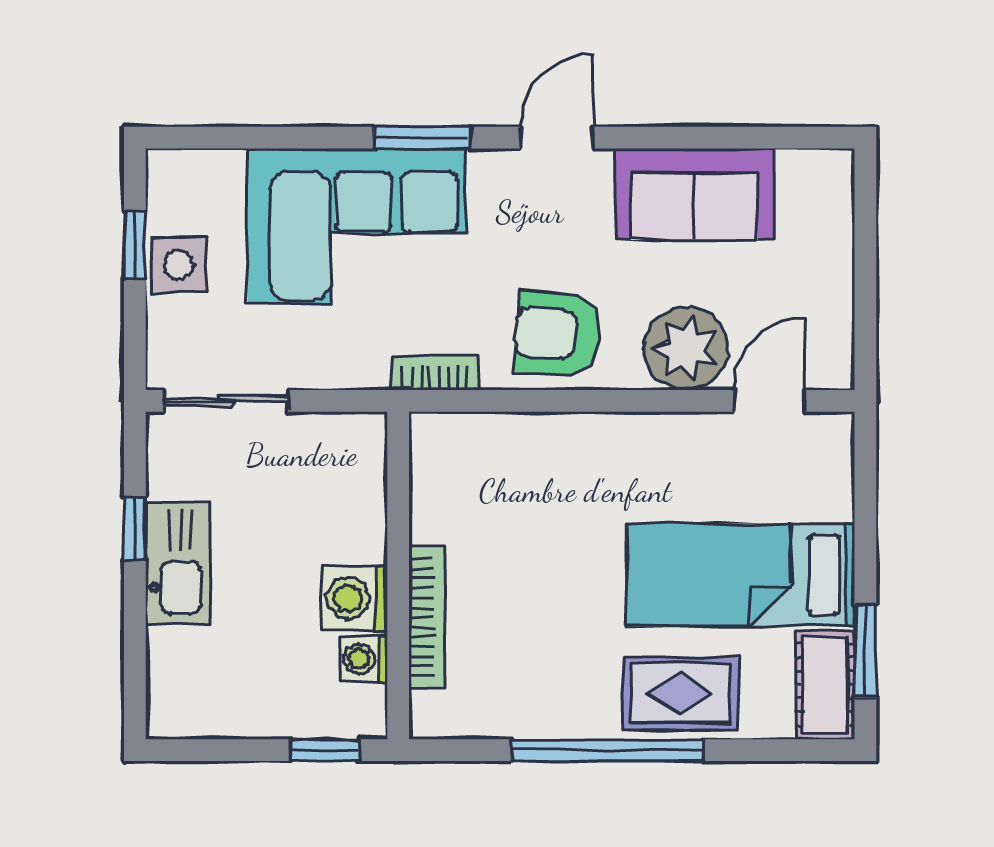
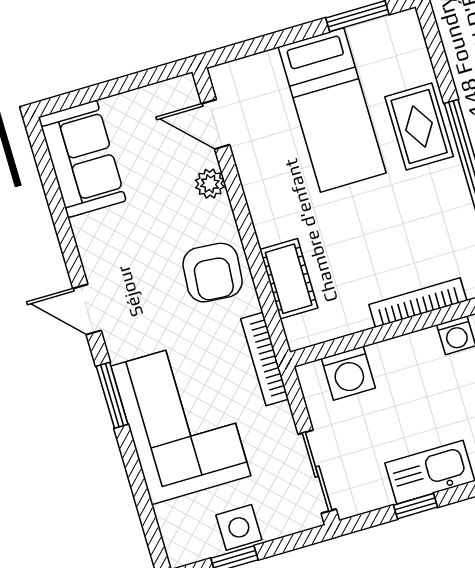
sofa: (694, 194) -> (82, 159), moved
plant: (686, 348) -> (210, 184), width x0.53, depth x0.53
bookcase: (435, 373) -> (265, 359), width x1.56
washing machine: (355, 598) -> (348, 373), moved
cot: (825, 685) -> (289, 279), moved, turned 90

